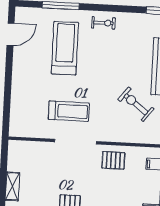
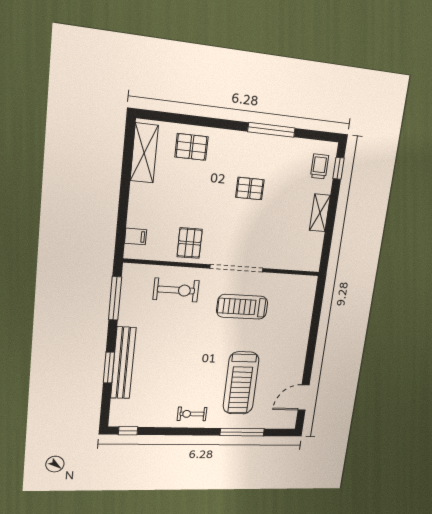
exercise bike: (136, 104) -> (176, 290), moved, turned -38
pallet: (113, 160) -> (190, 243), turned 90

